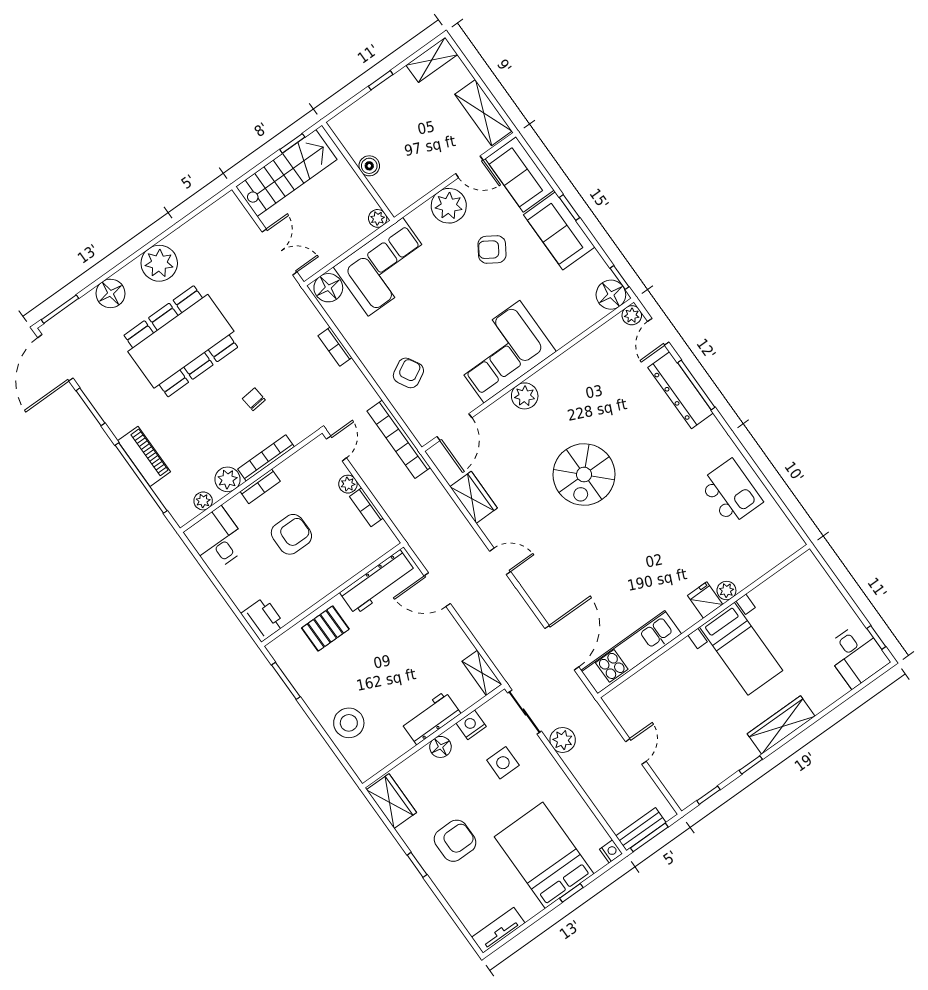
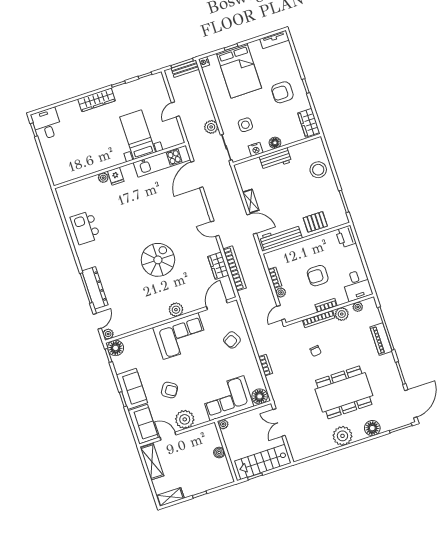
bookcase: (399, 439) -> (235, 268), moved
bed with nightstands: (741, 649) -> (138, 135), moved
shelving: (482, 673) -> (251, 201), moved

